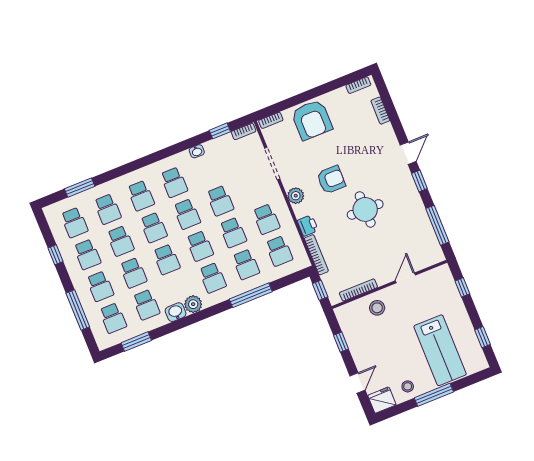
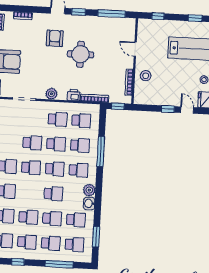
armchair: (331, 180) -> (55, 38), moved
school desk: (154, 228) -> (30, 192), removed
window: (341, 342) -> (168, 109), moved

